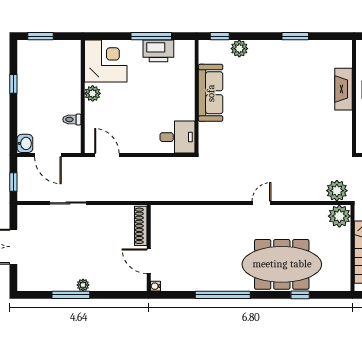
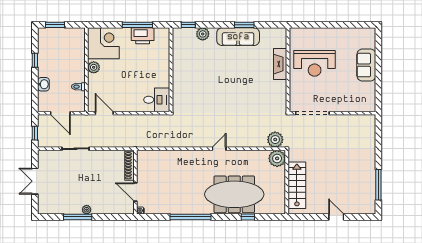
sofa: (211, 93) -> (238, 37), moved, turned 90
washbasin: (25, 143) -> (43, 84), moved

